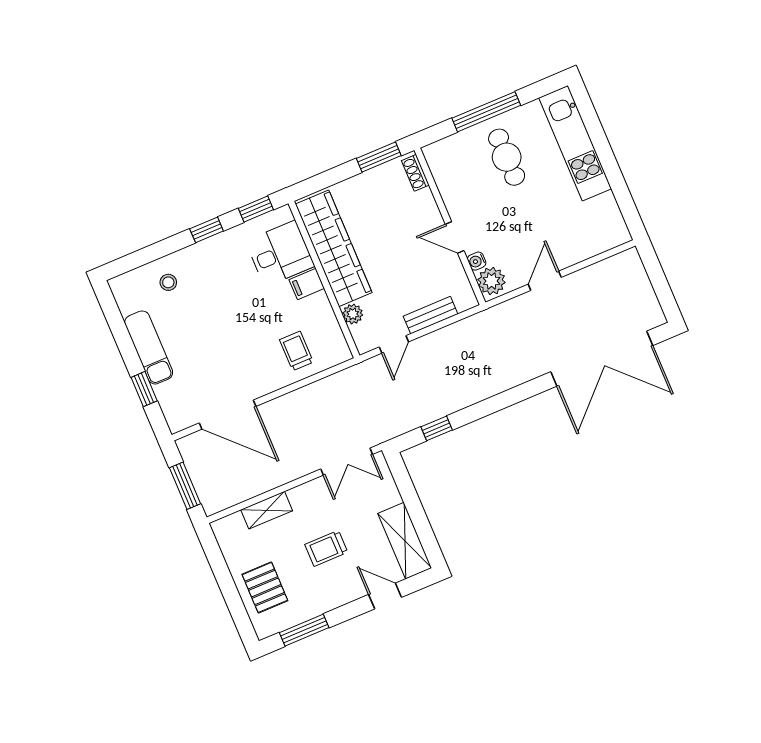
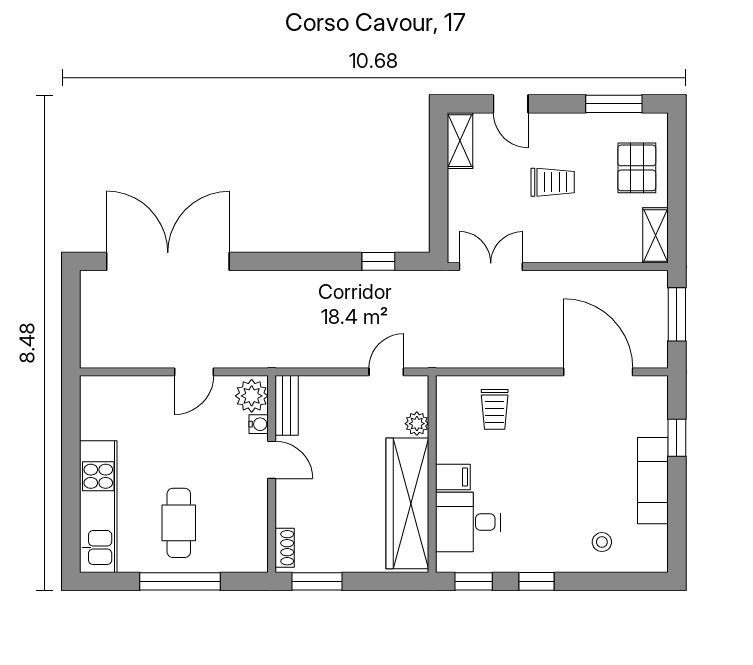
bench: (431, 315) -> (287, 405), moved, turned 90
shelving: (267, 510) -> (655, 235), moved, turned 90
shelving: (405, 541) -> (460, 141), width x0.67, depth x0.75

